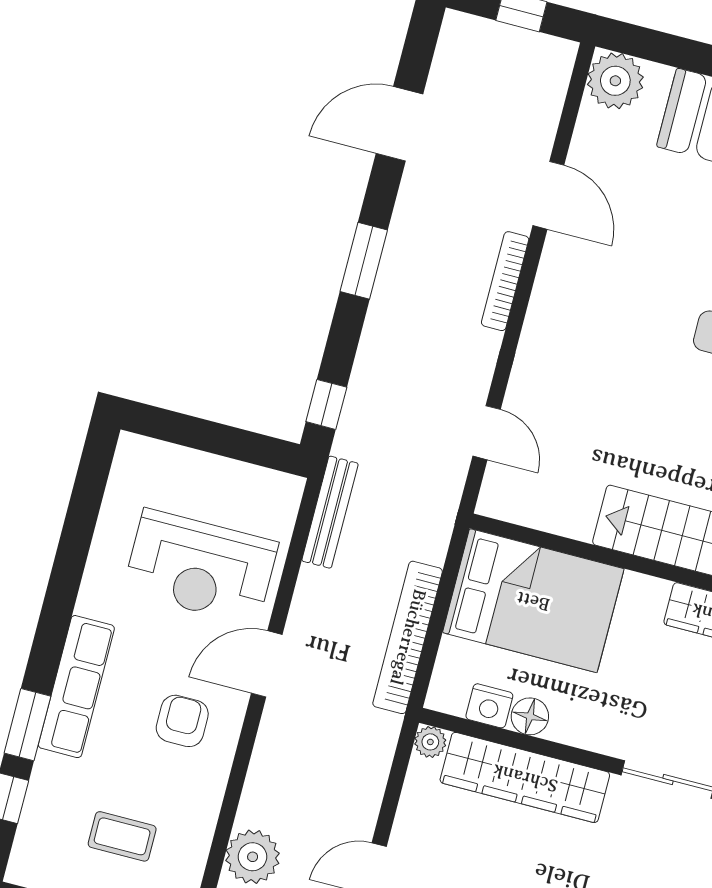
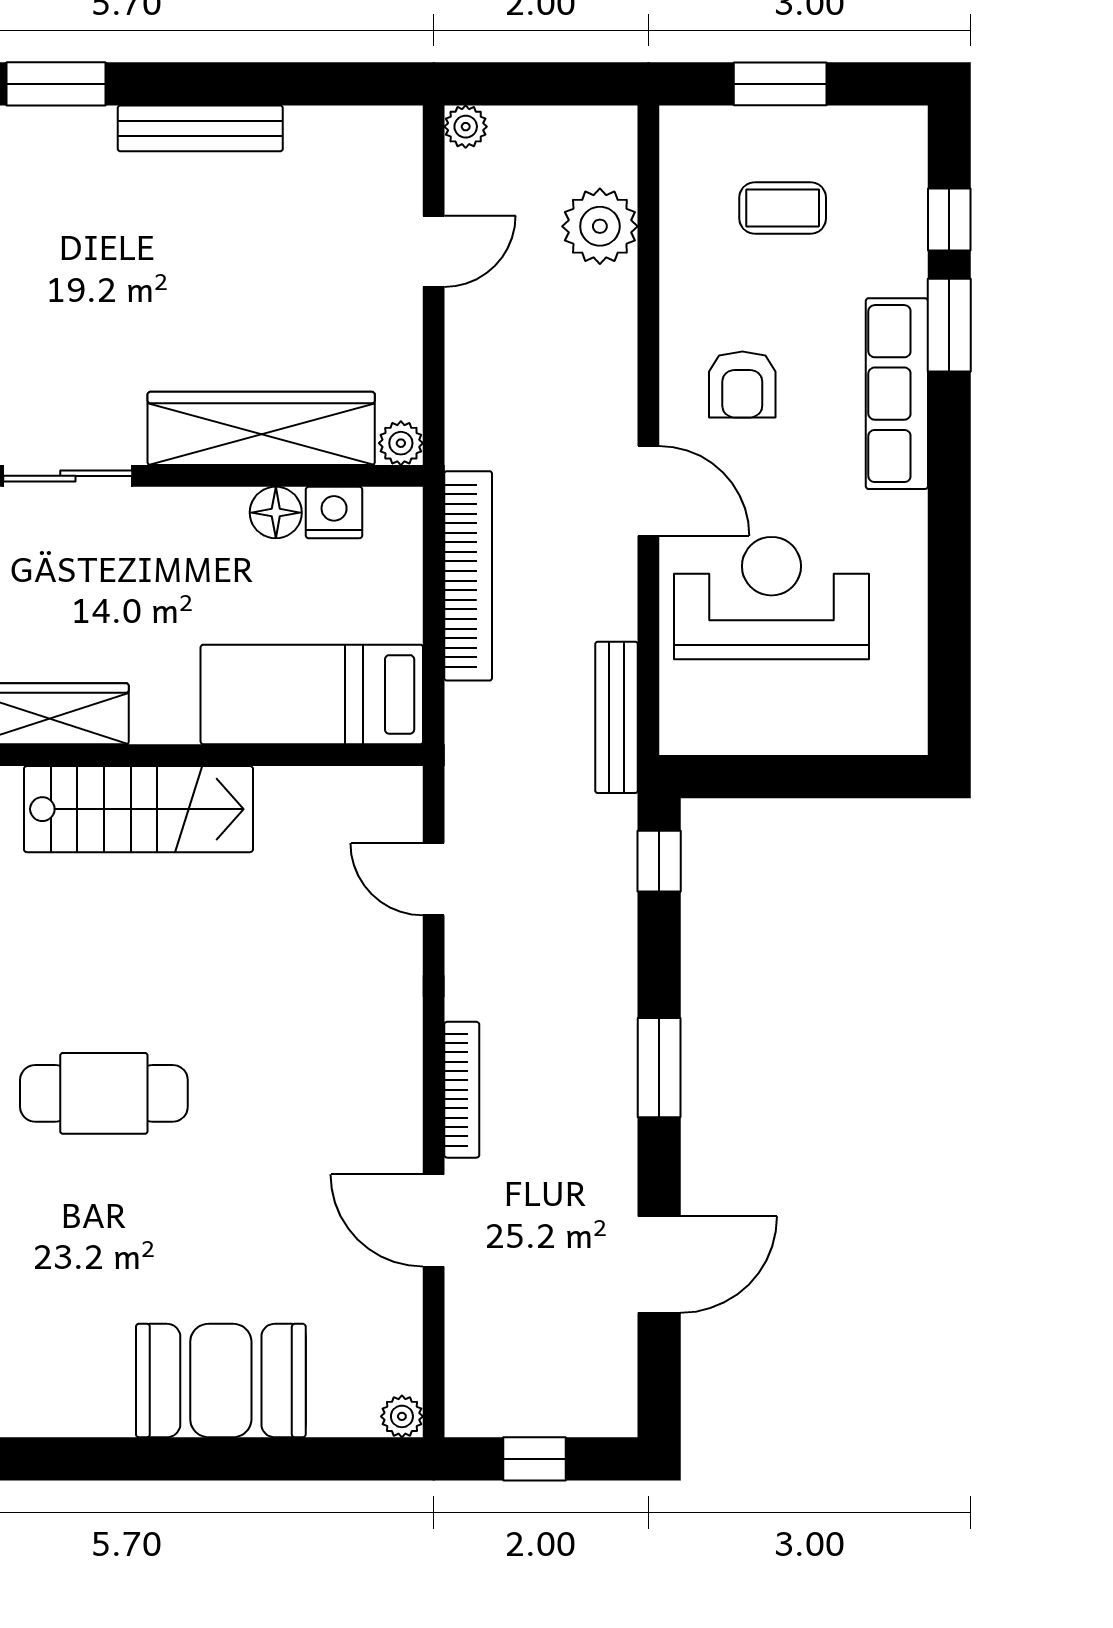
plant: (615, 81) -> (402, 1416), width x0.53, depth x0.53
bed: (533, 601) -> (312, 694), width x0.67
door: (267, 664) -> (648, 491), hinge flipped

